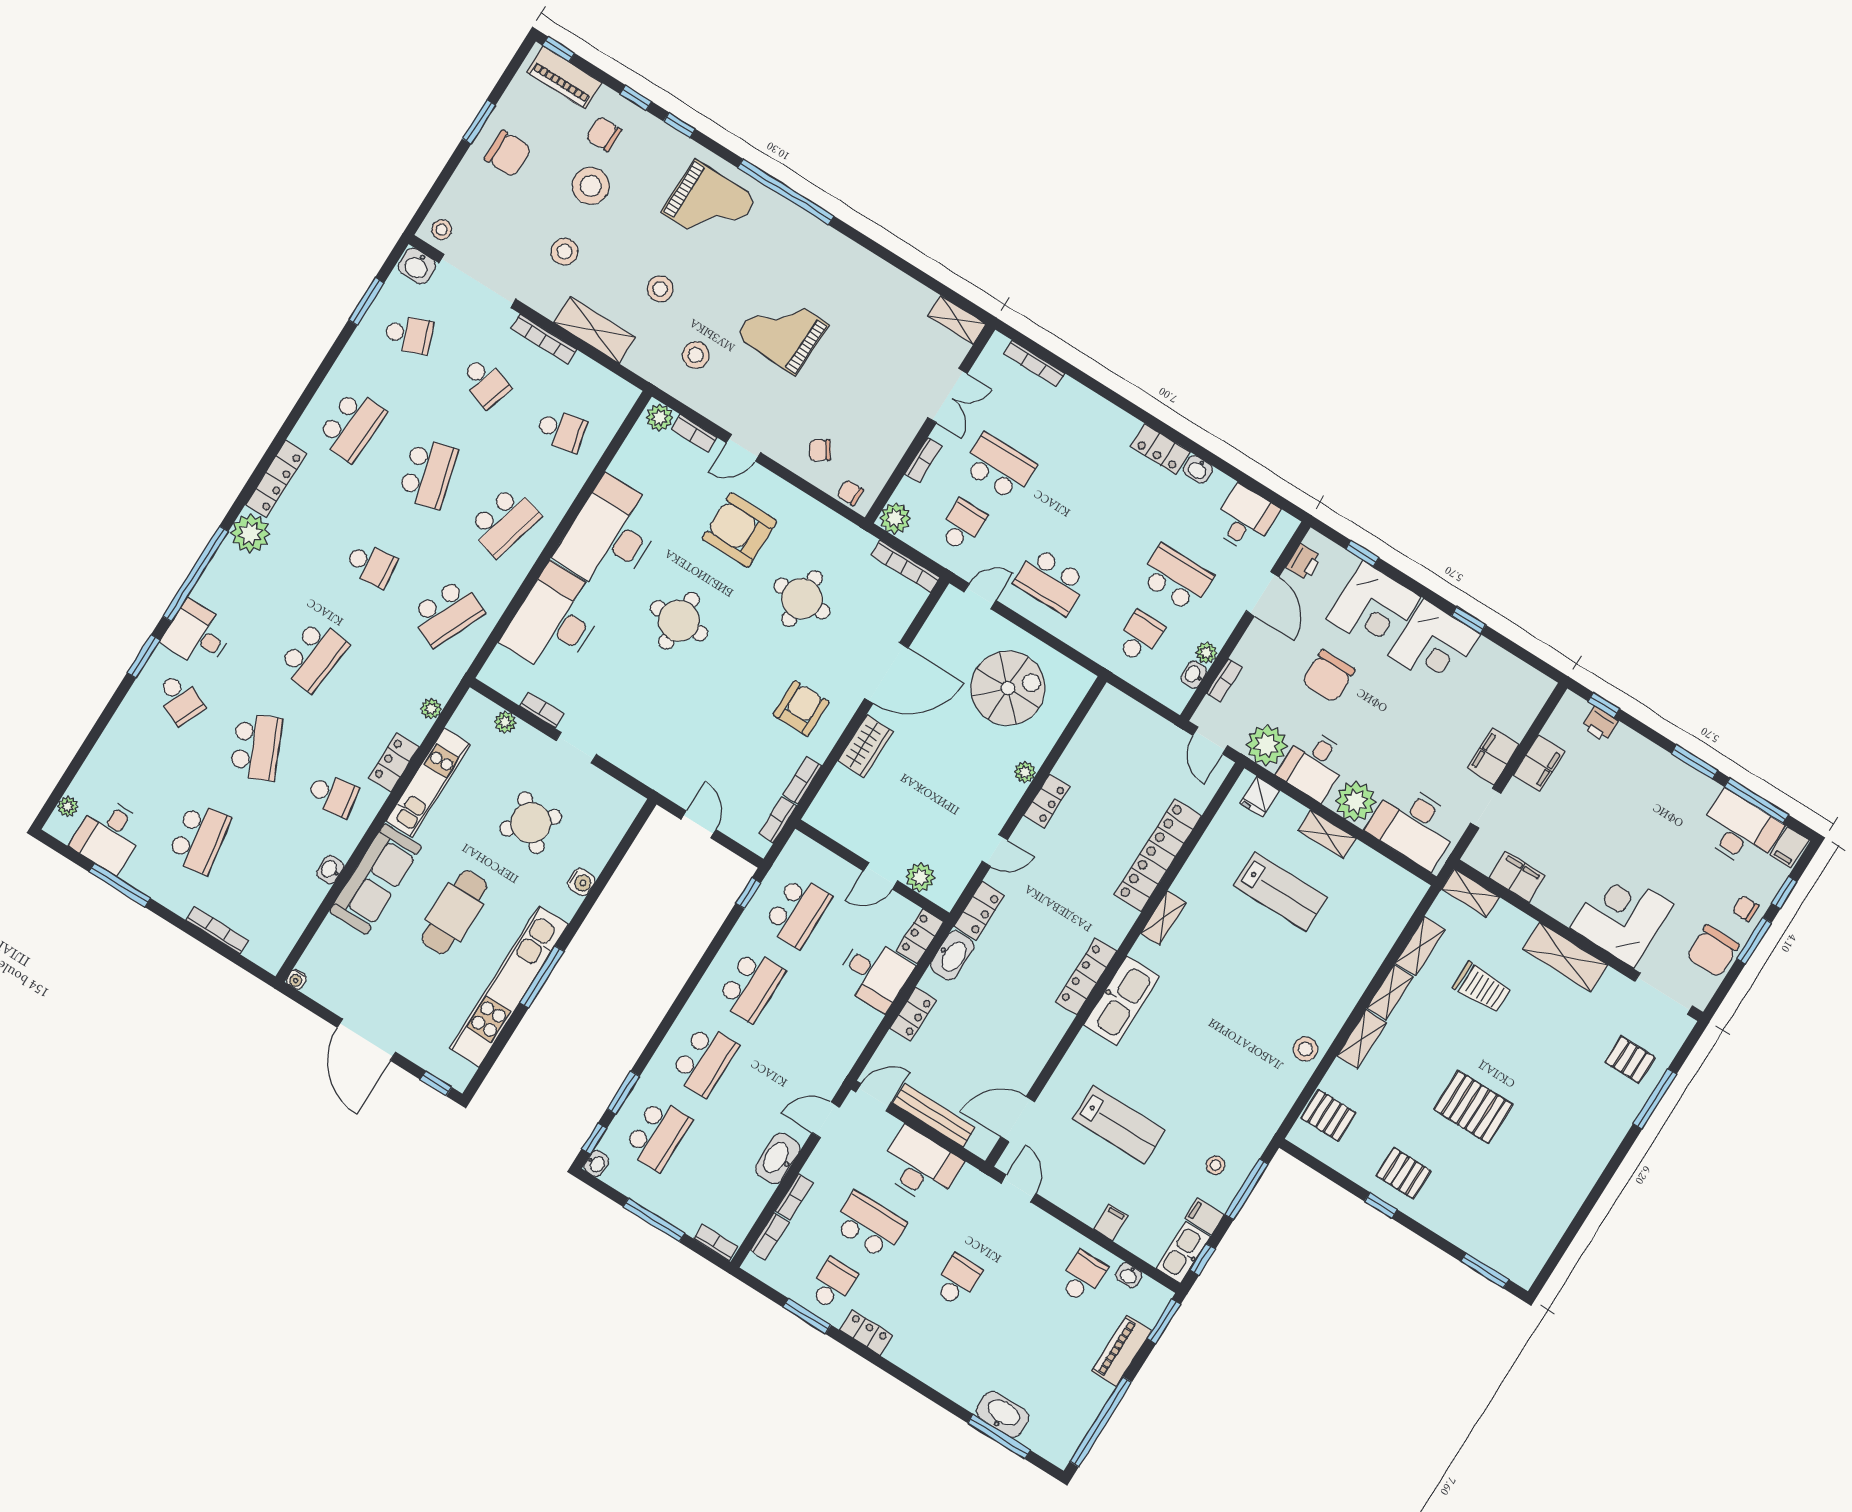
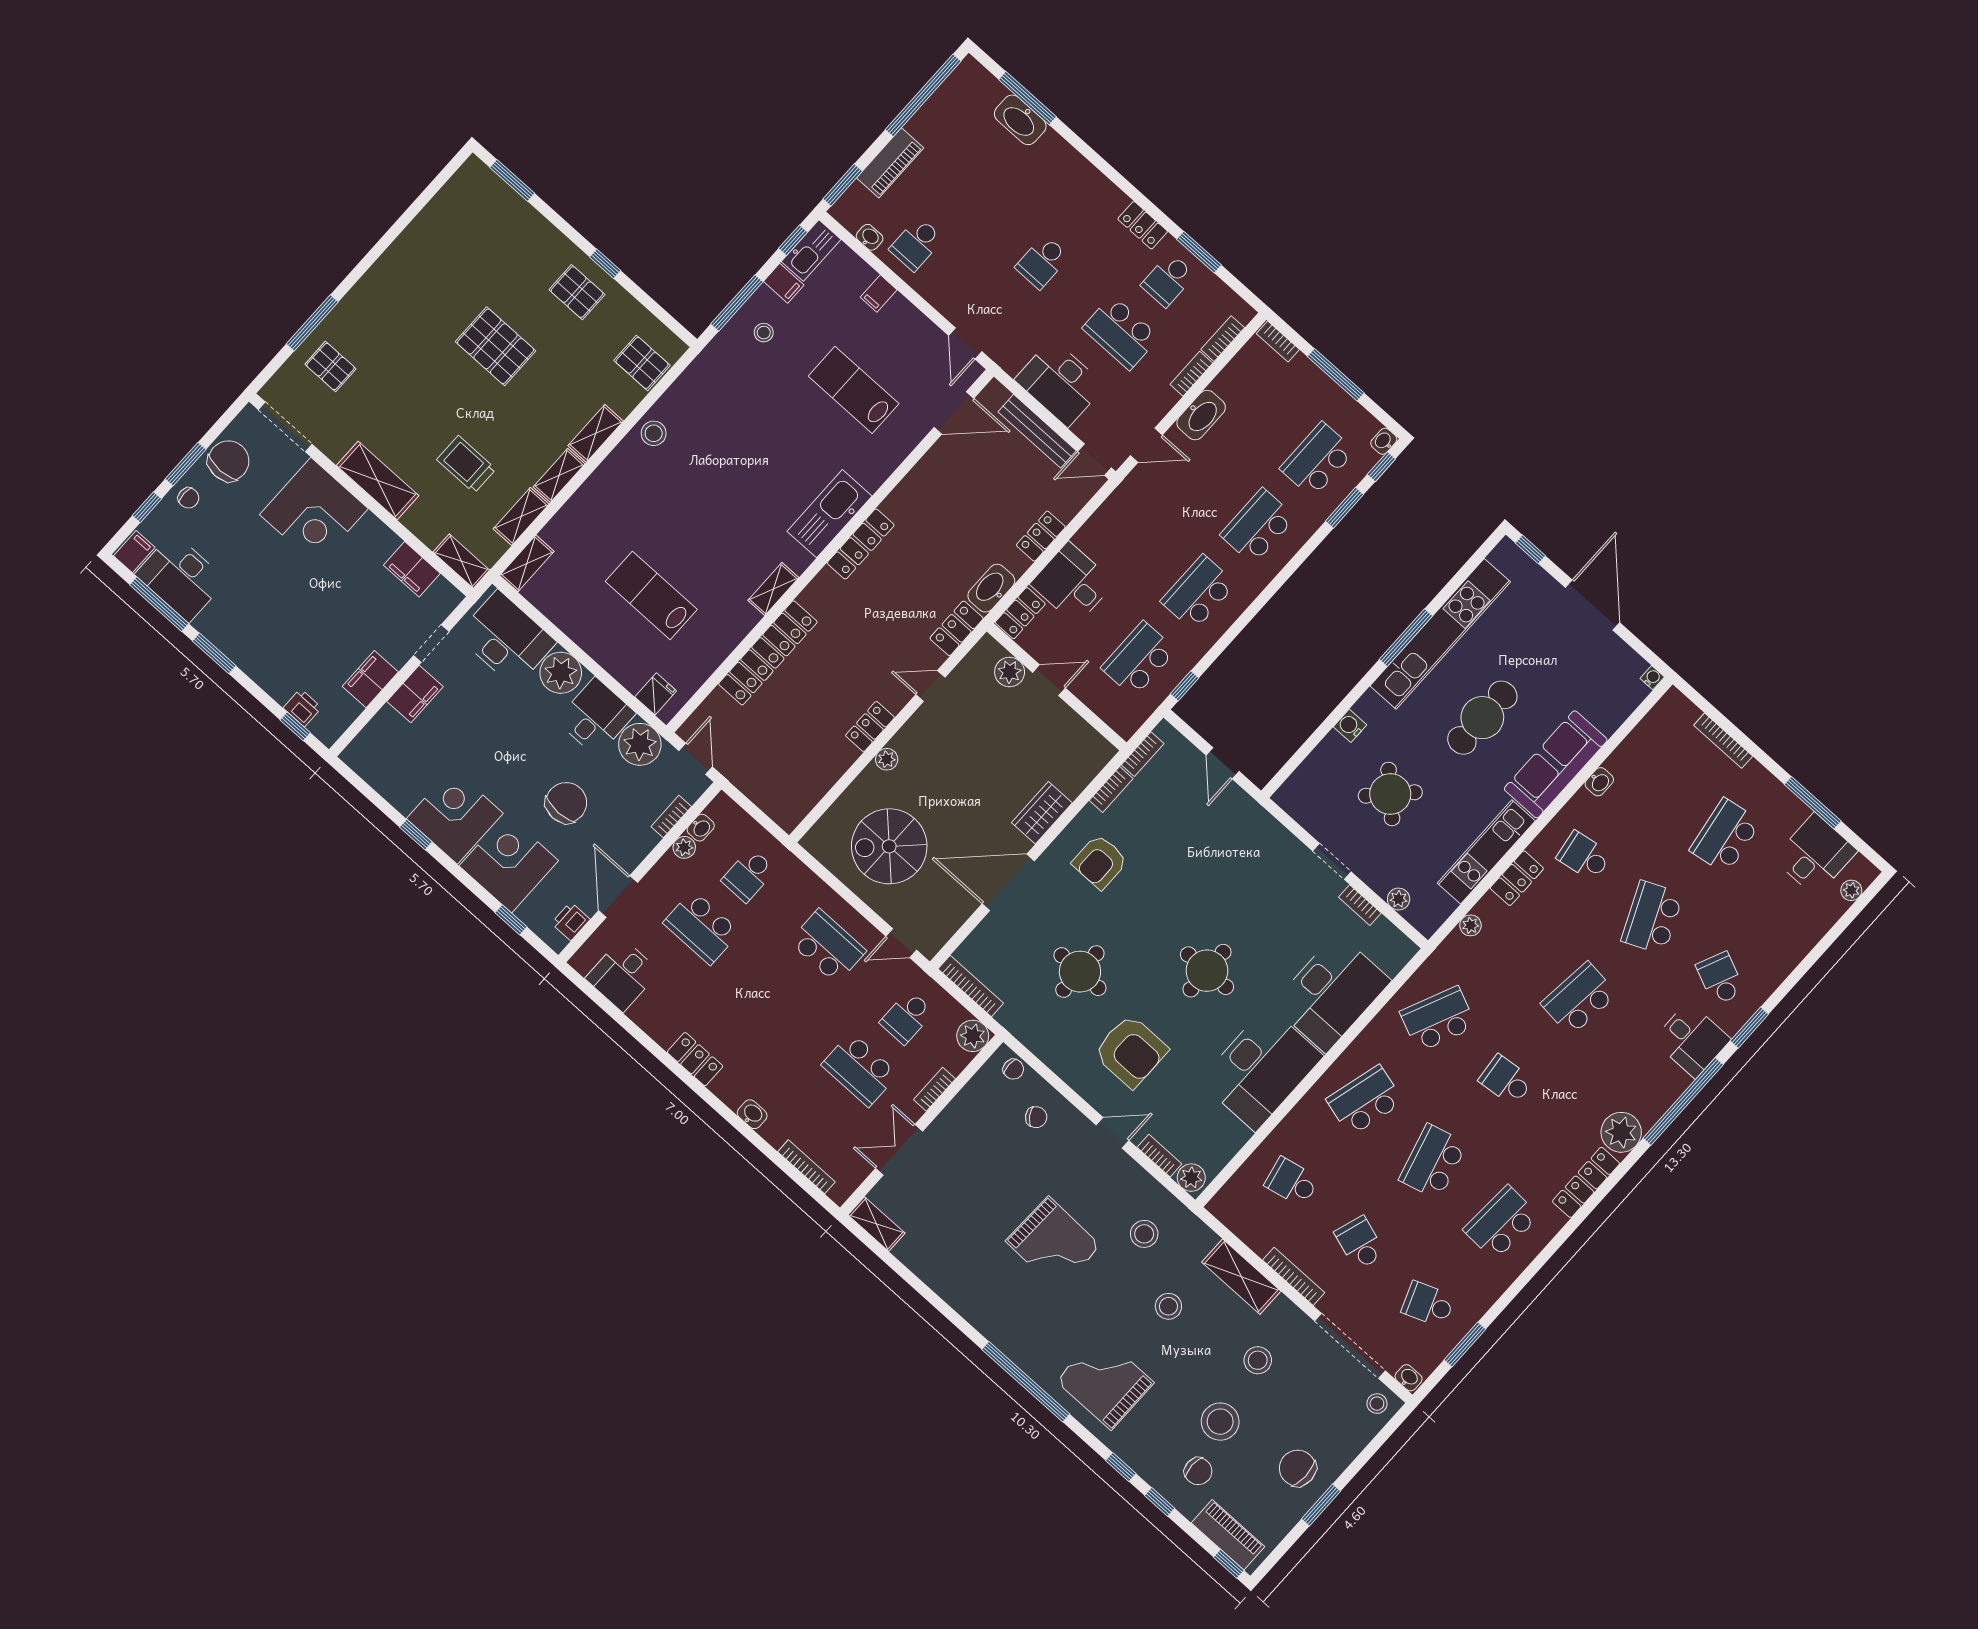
washbasin: (417, 266) -> (1409, 1378), width x0.72, depth x0.69
washbasin: (1198, 469) -> (752, 1114), moved
shelving: (1327, 834) -> (527, 563), moved, turned 90

